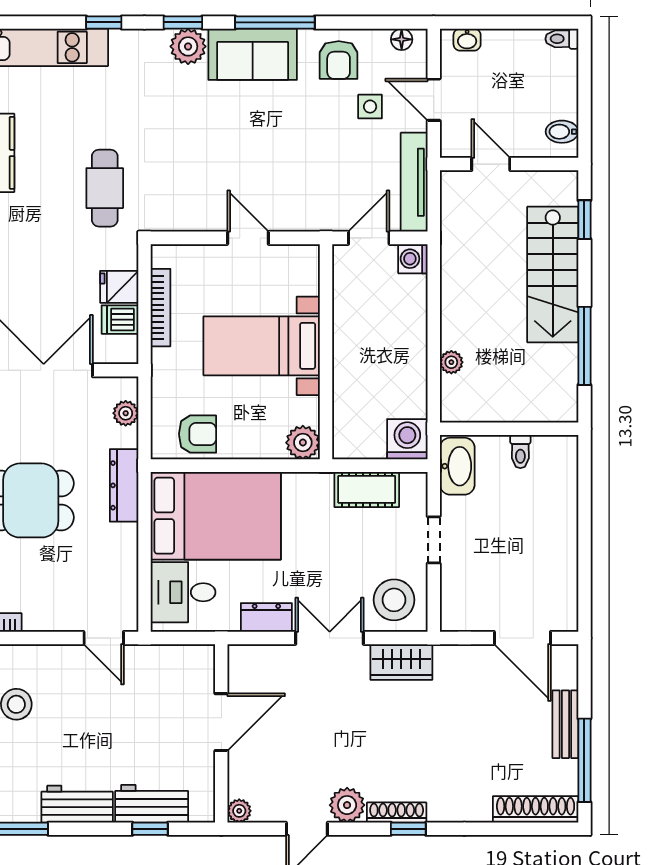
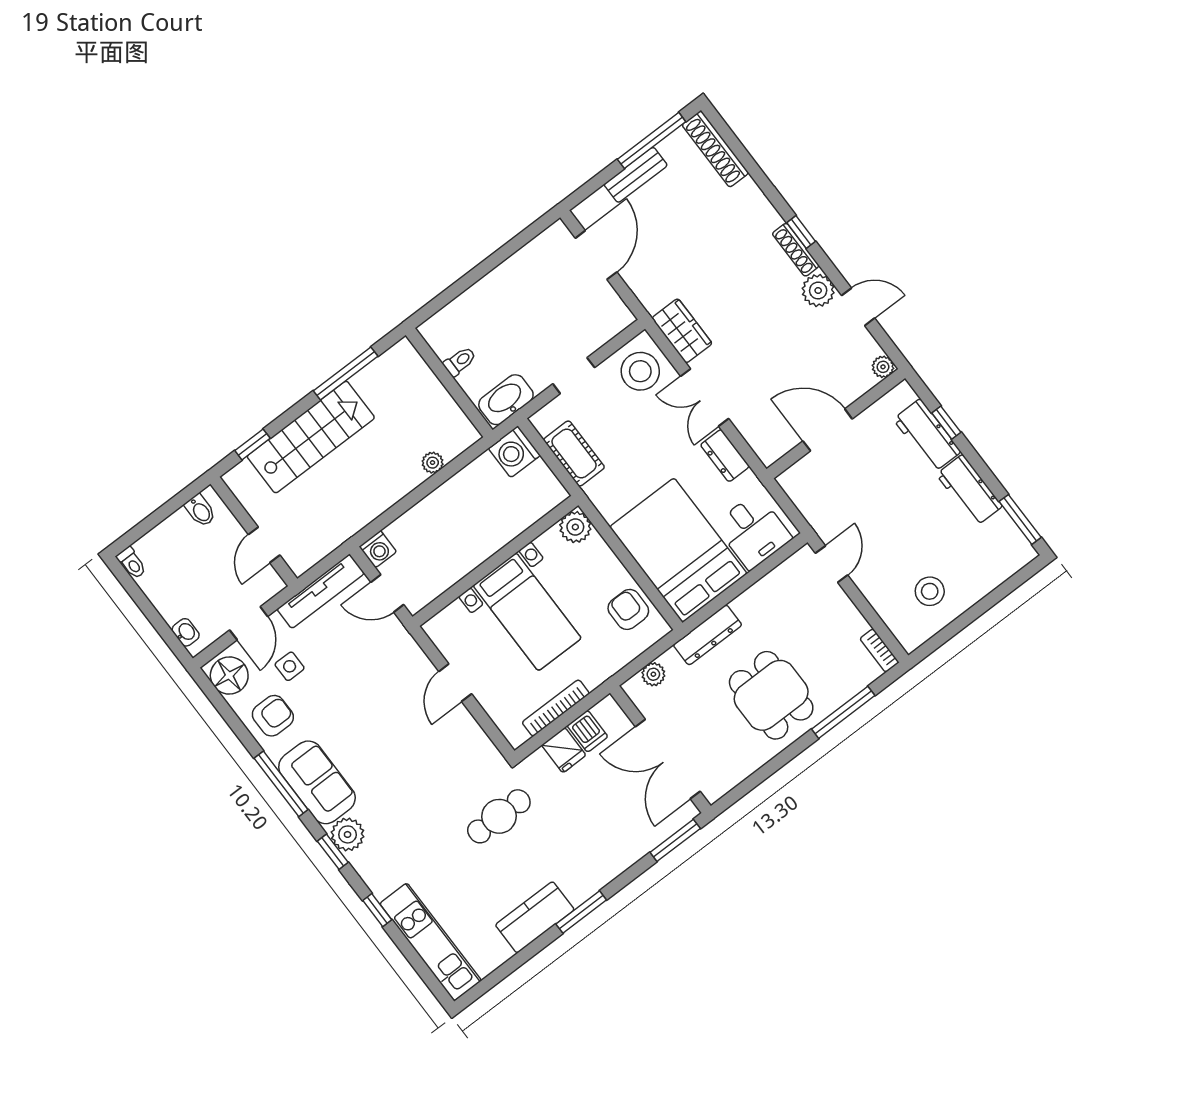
floor lamp: (402, 39) -> (229, 676), width x1.89, depth x1.89

